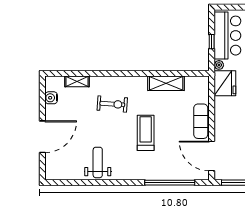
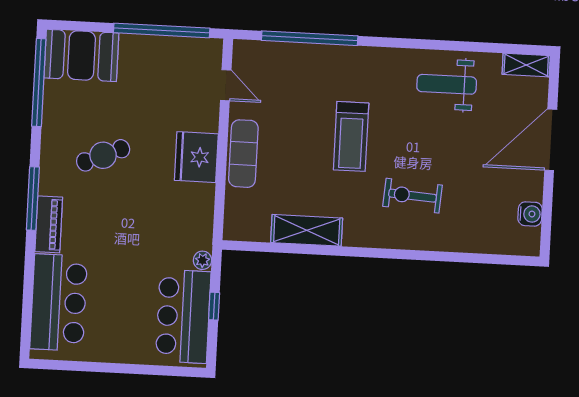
shelving: (77, 81) -> (526, 65), moved
fridge: (225, 83) -> (196, 157), moved
door: (212, 156) -> (226, 85), width x0.53
weight bench: (98, 162) -> (447, 84), turned 90

